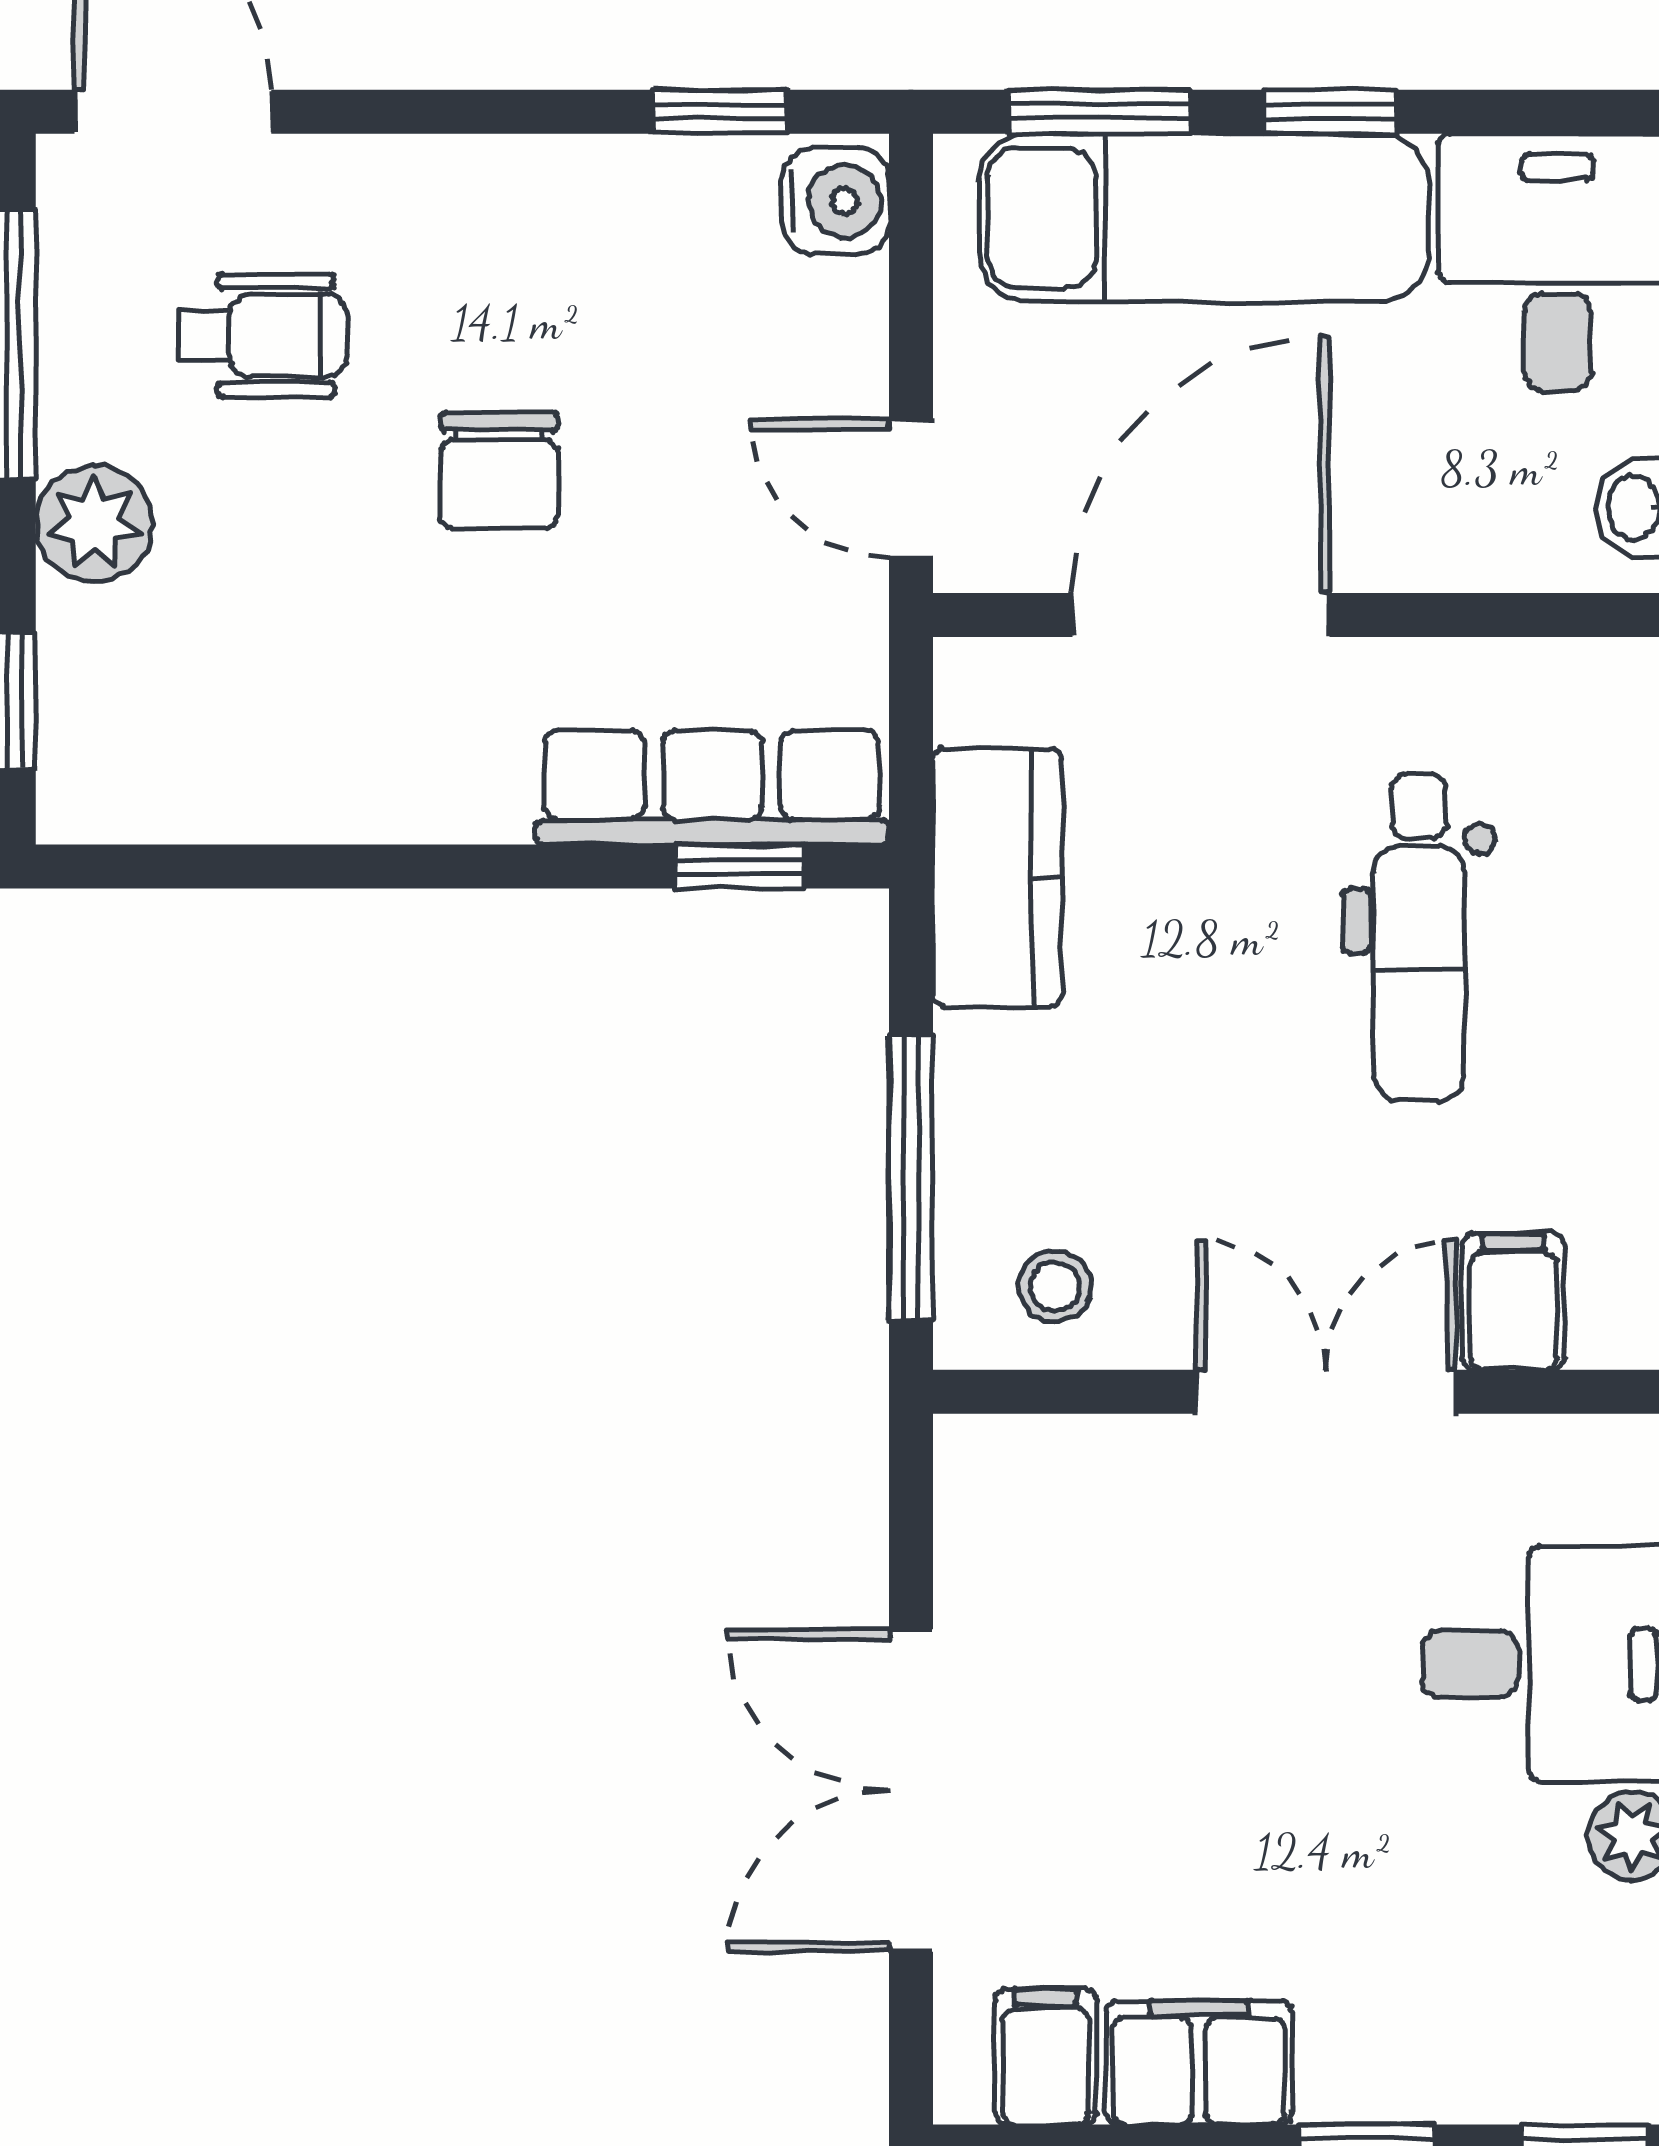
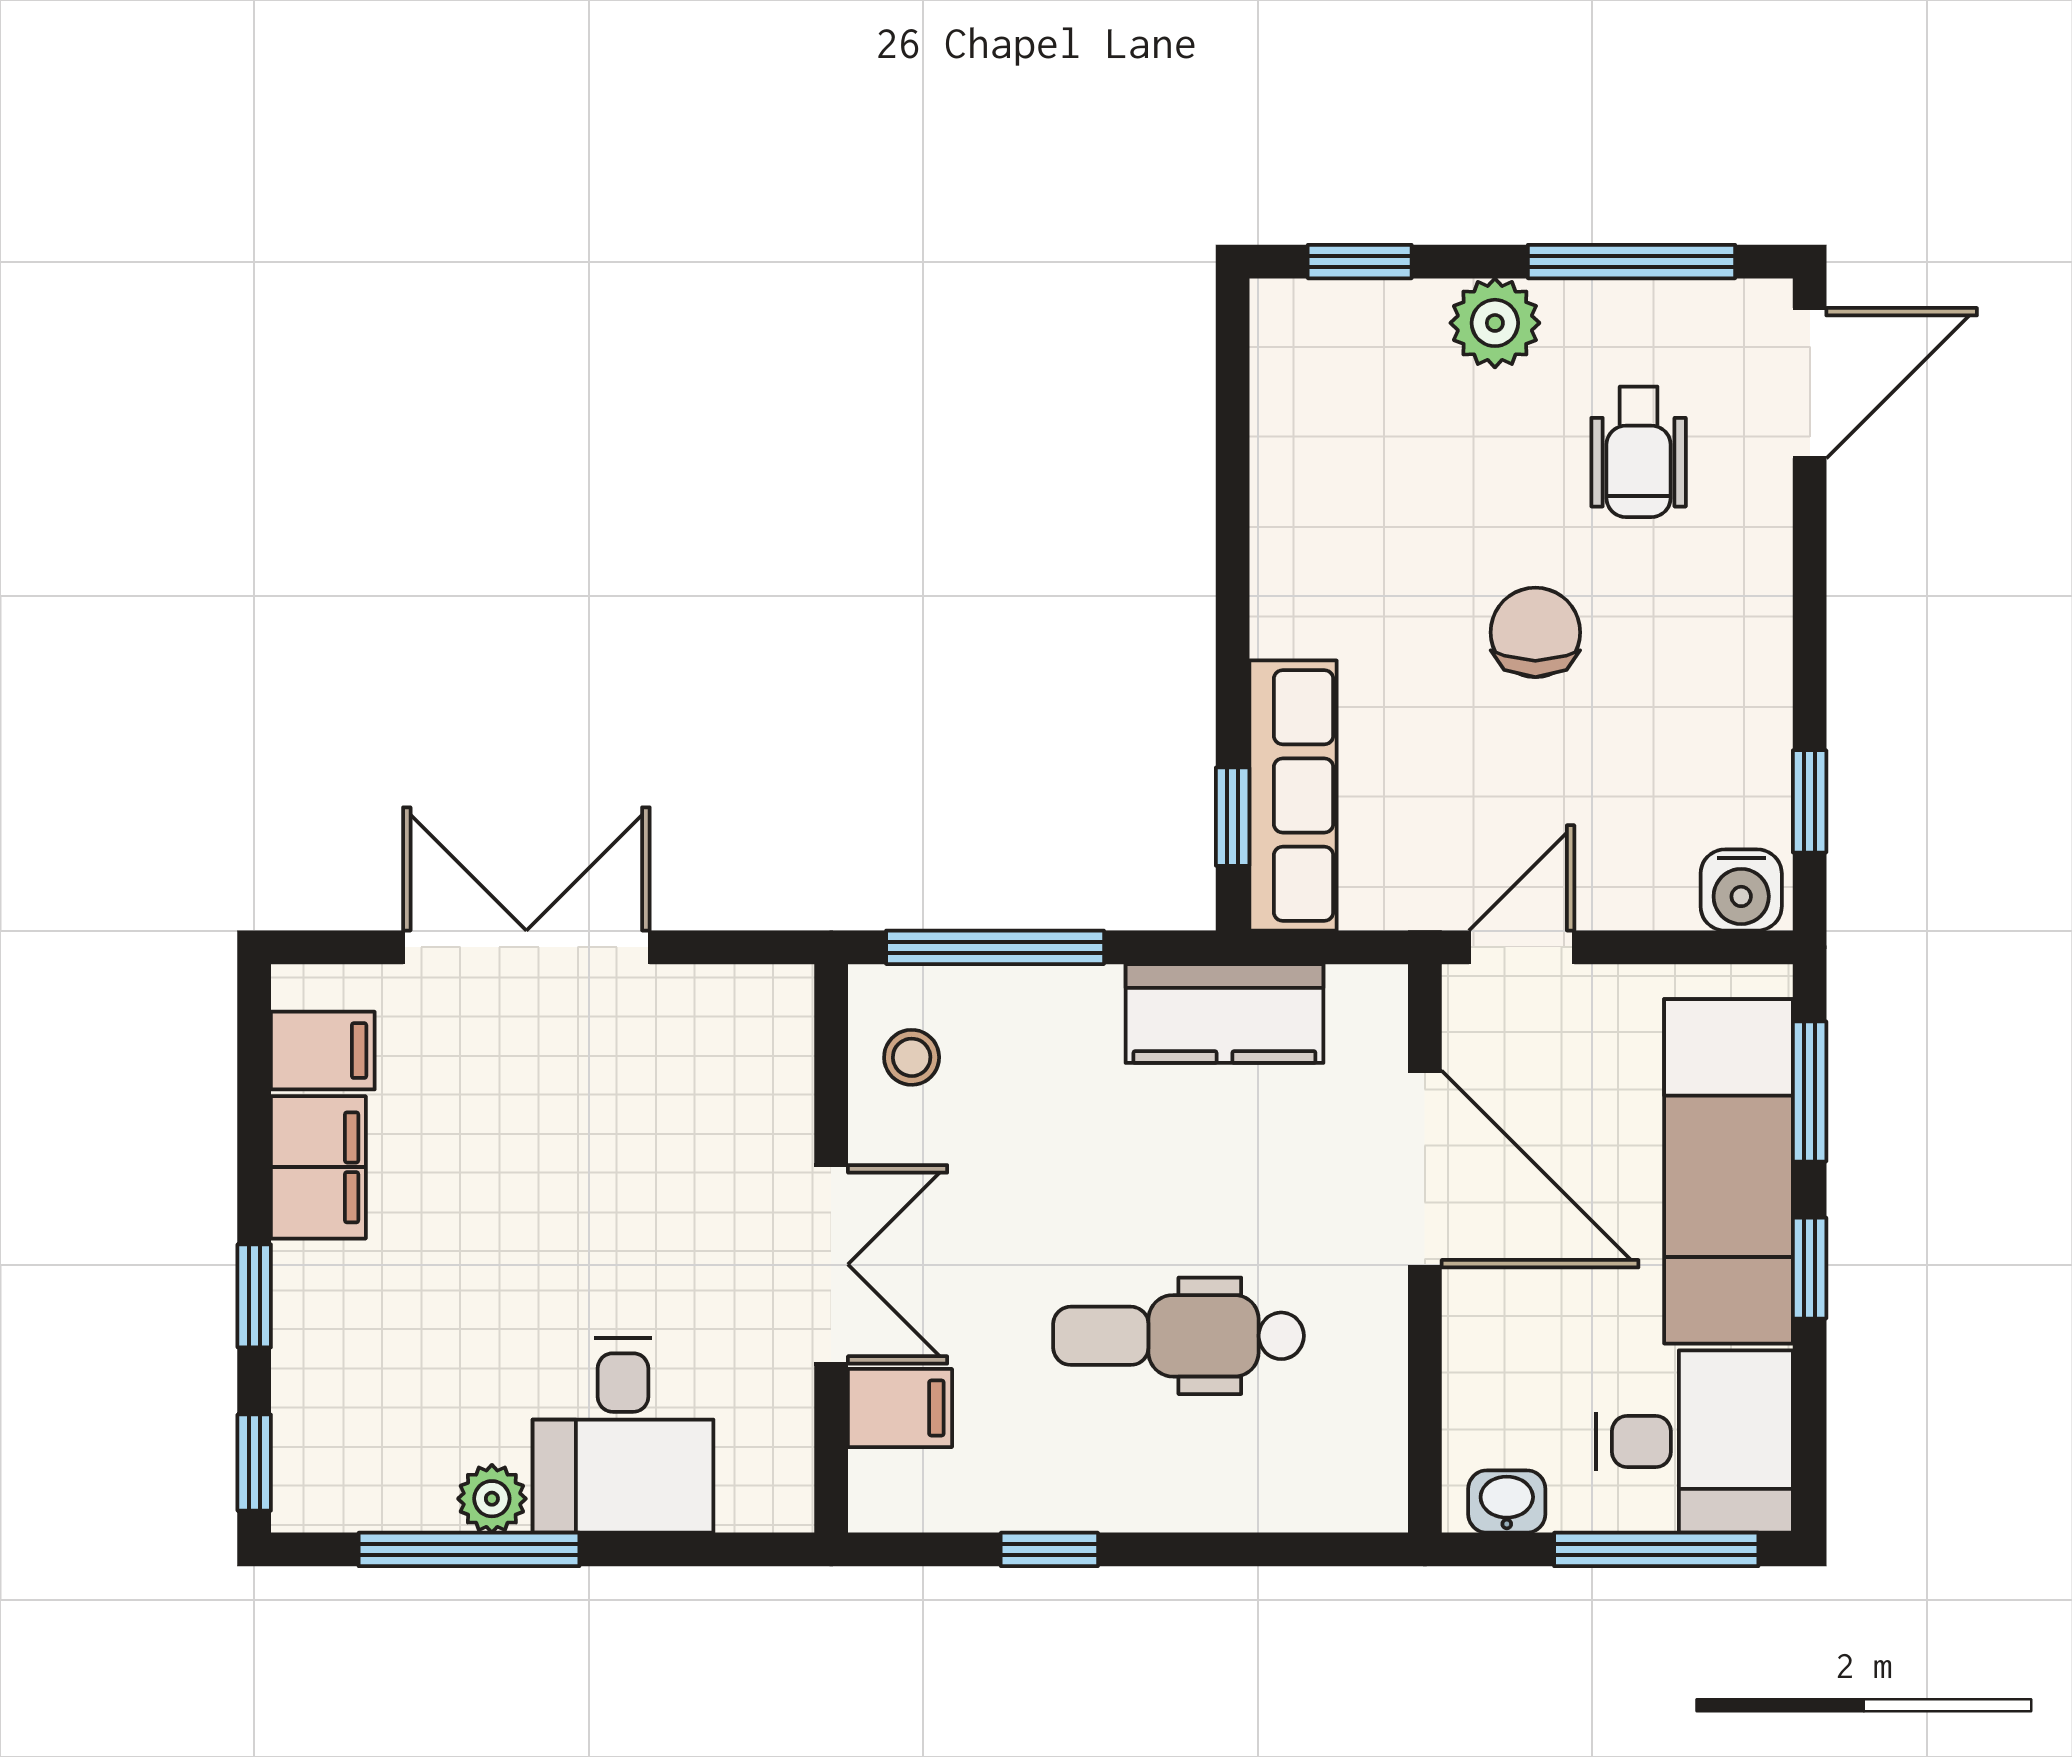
chair: (499, 470) -> (1535, 632), turned 90

